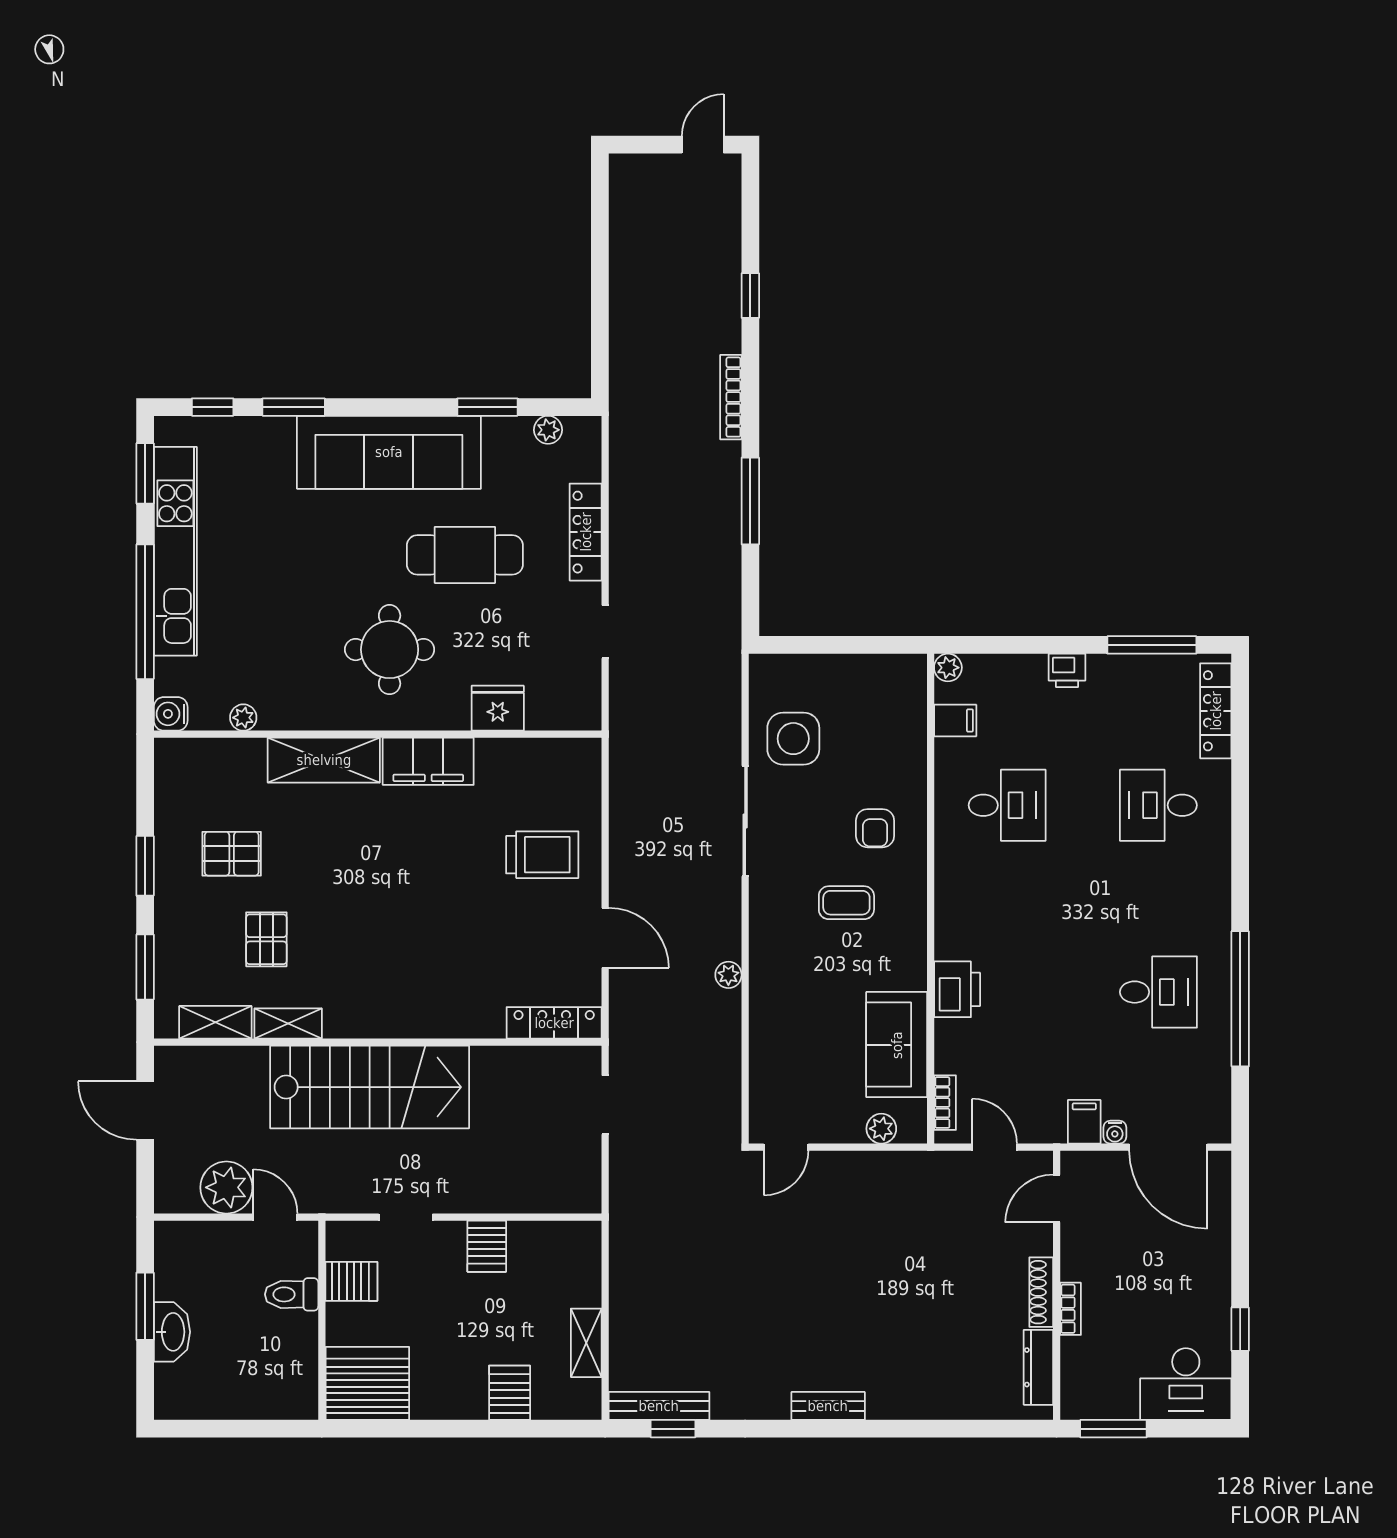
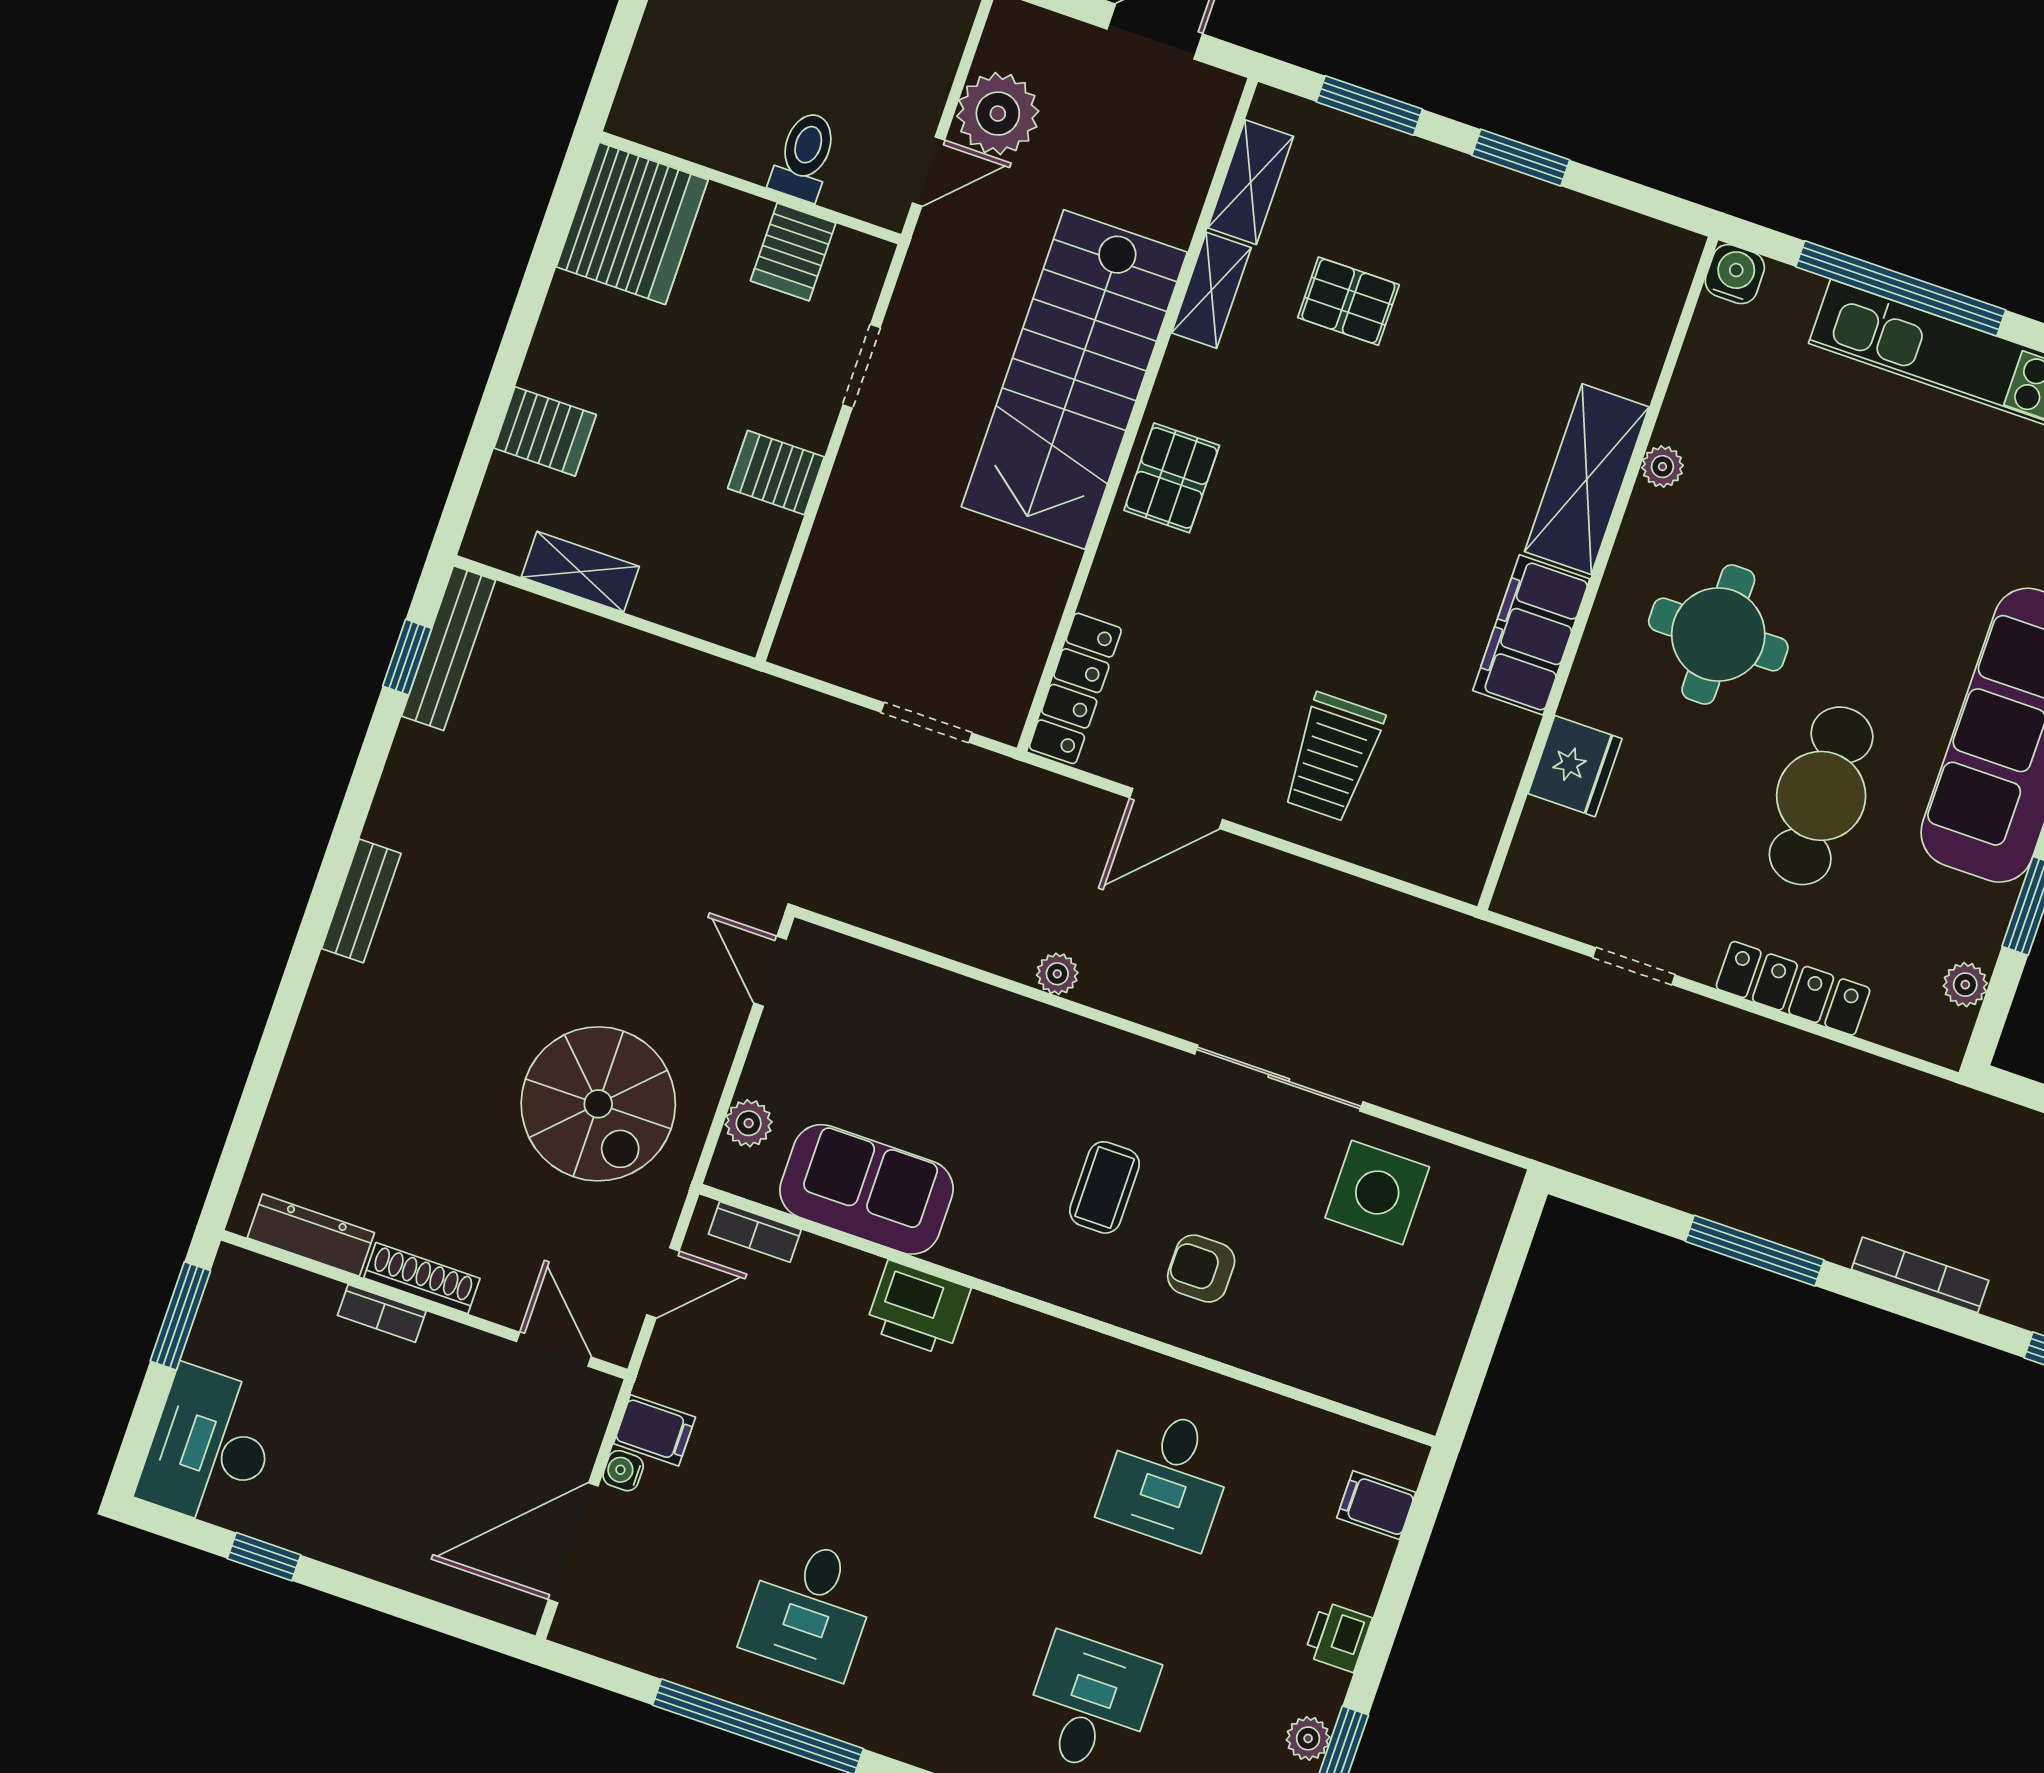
plant: (948, 668) -> (1308, 1738), moved
plant: (243, 718) -> (1662, 467), moved
filing cabinet: (955, 720) -> (1376, 1505), moved, turned 90
pallet: (232, 854) -> (1172, 478), moved
spiral stairs: (901, 1223) -> (598, 1104), added

